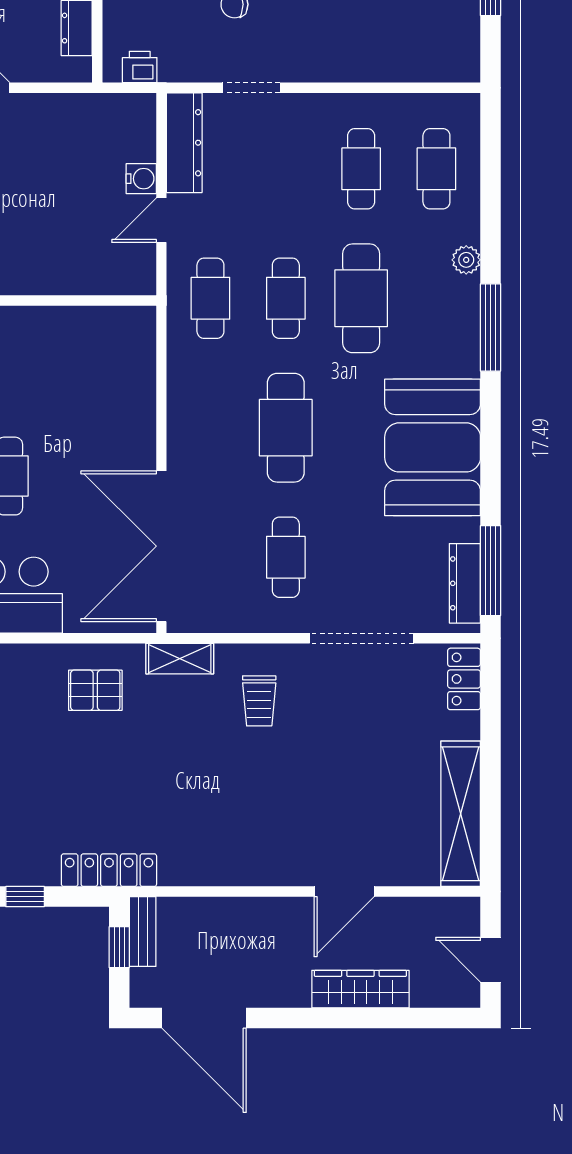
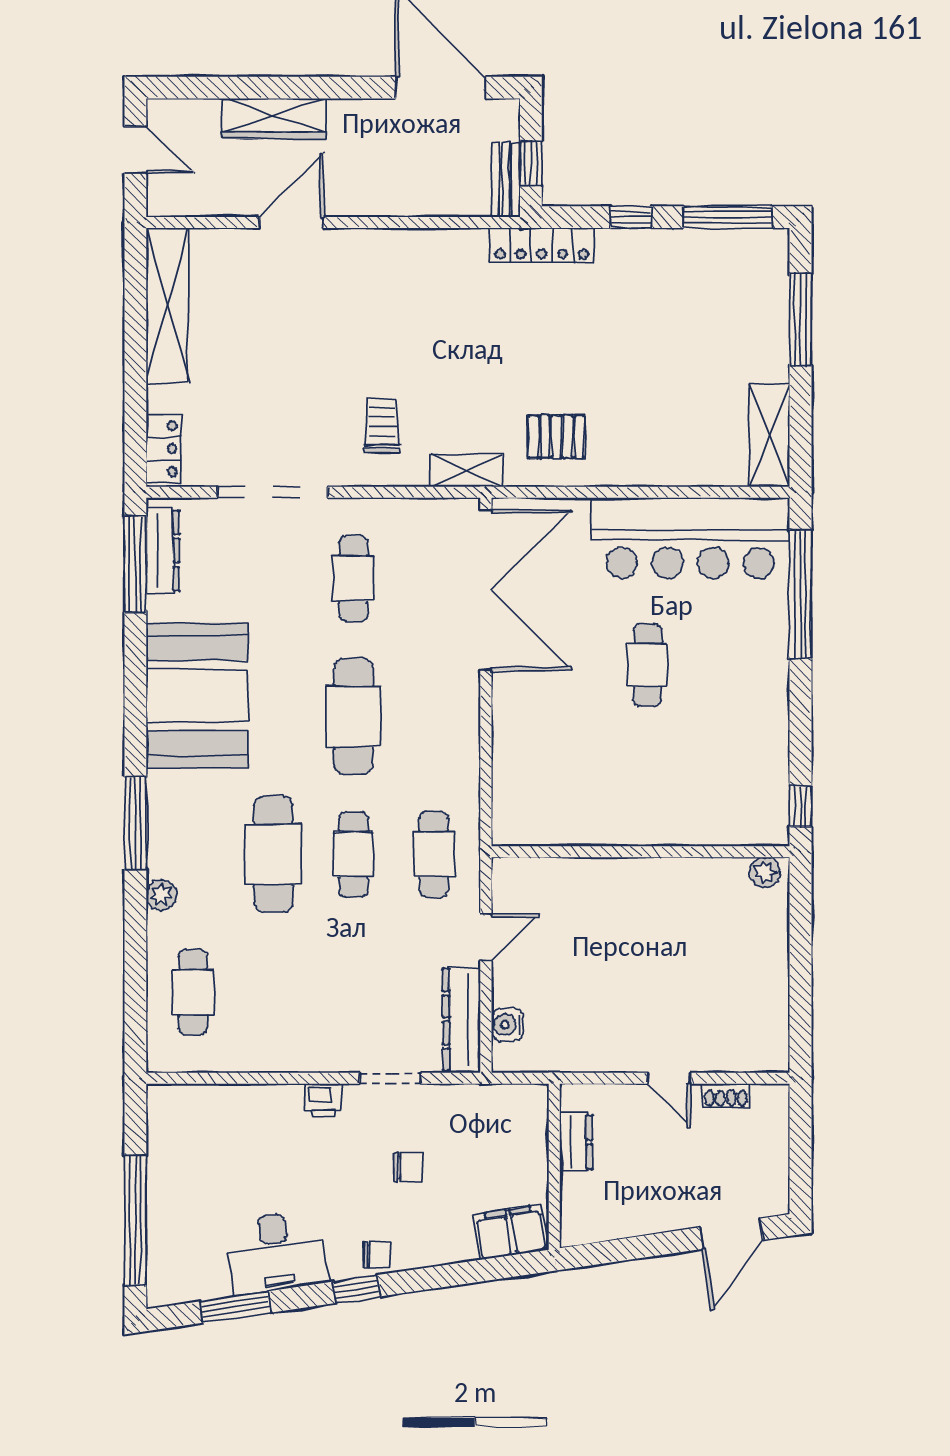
printer: (140, 67) -> (323, 1100), moved
cafe table: (361, 169) -> (273, 992), removed
water cooler: (141, 179) -> (507, 1025), moved

